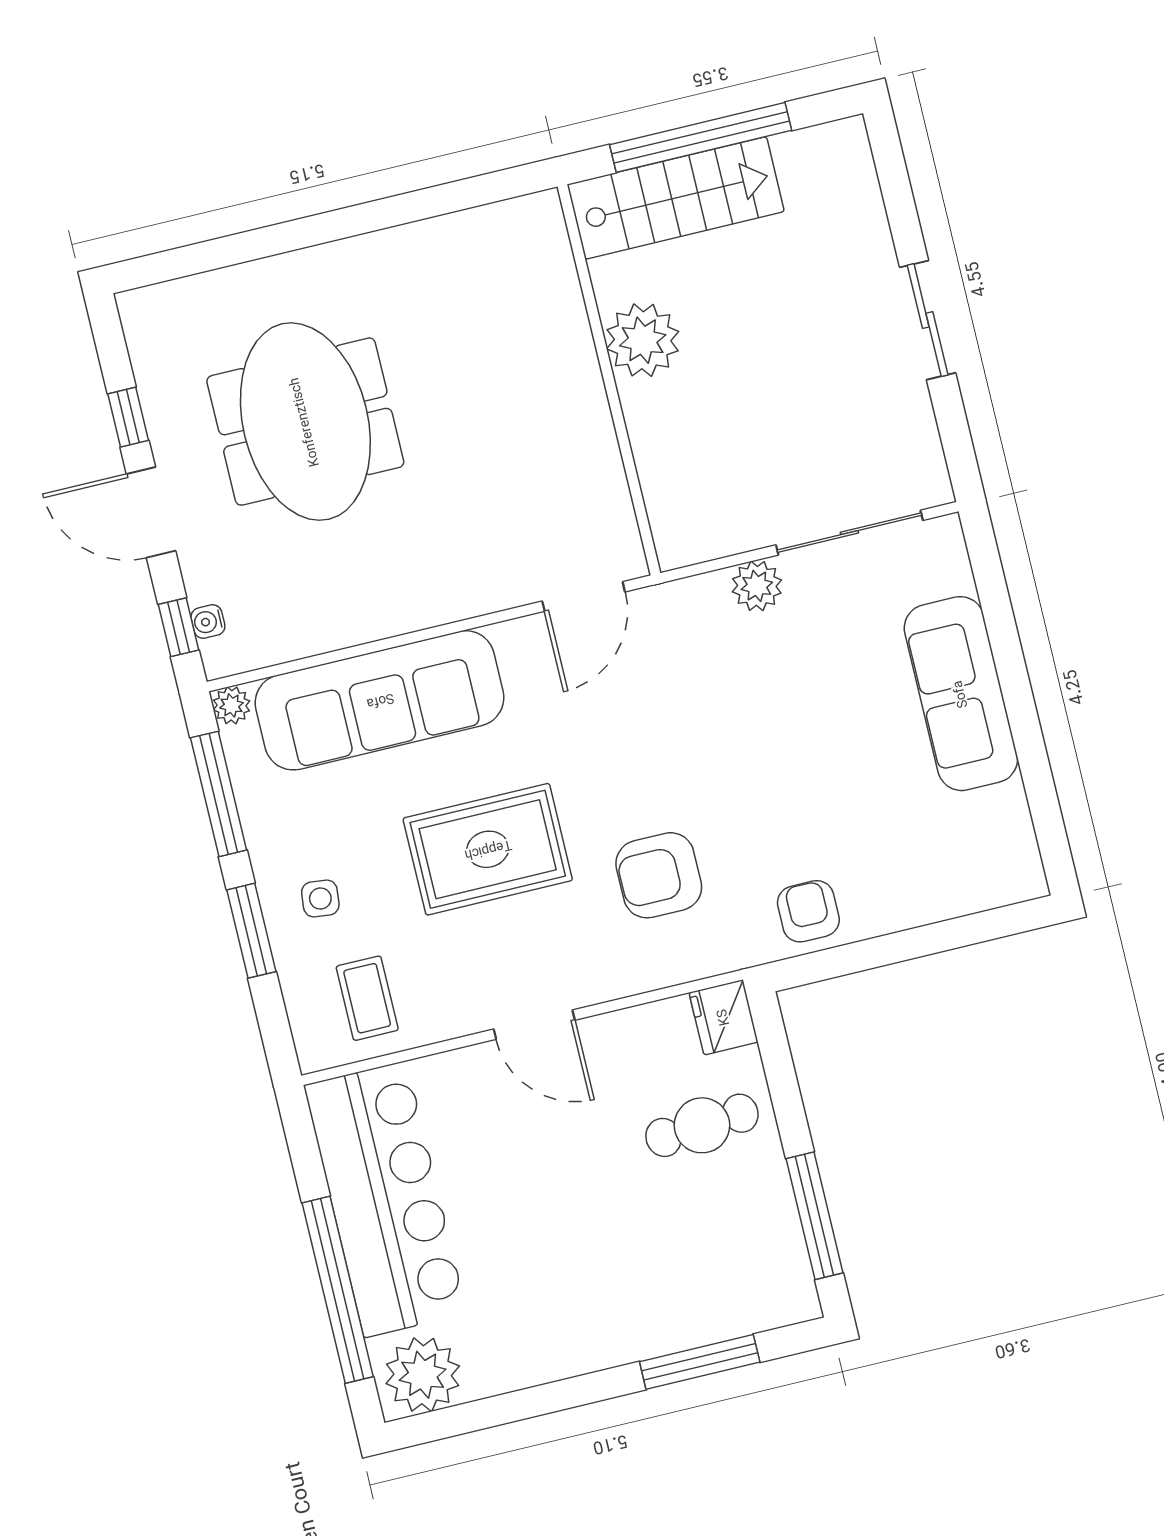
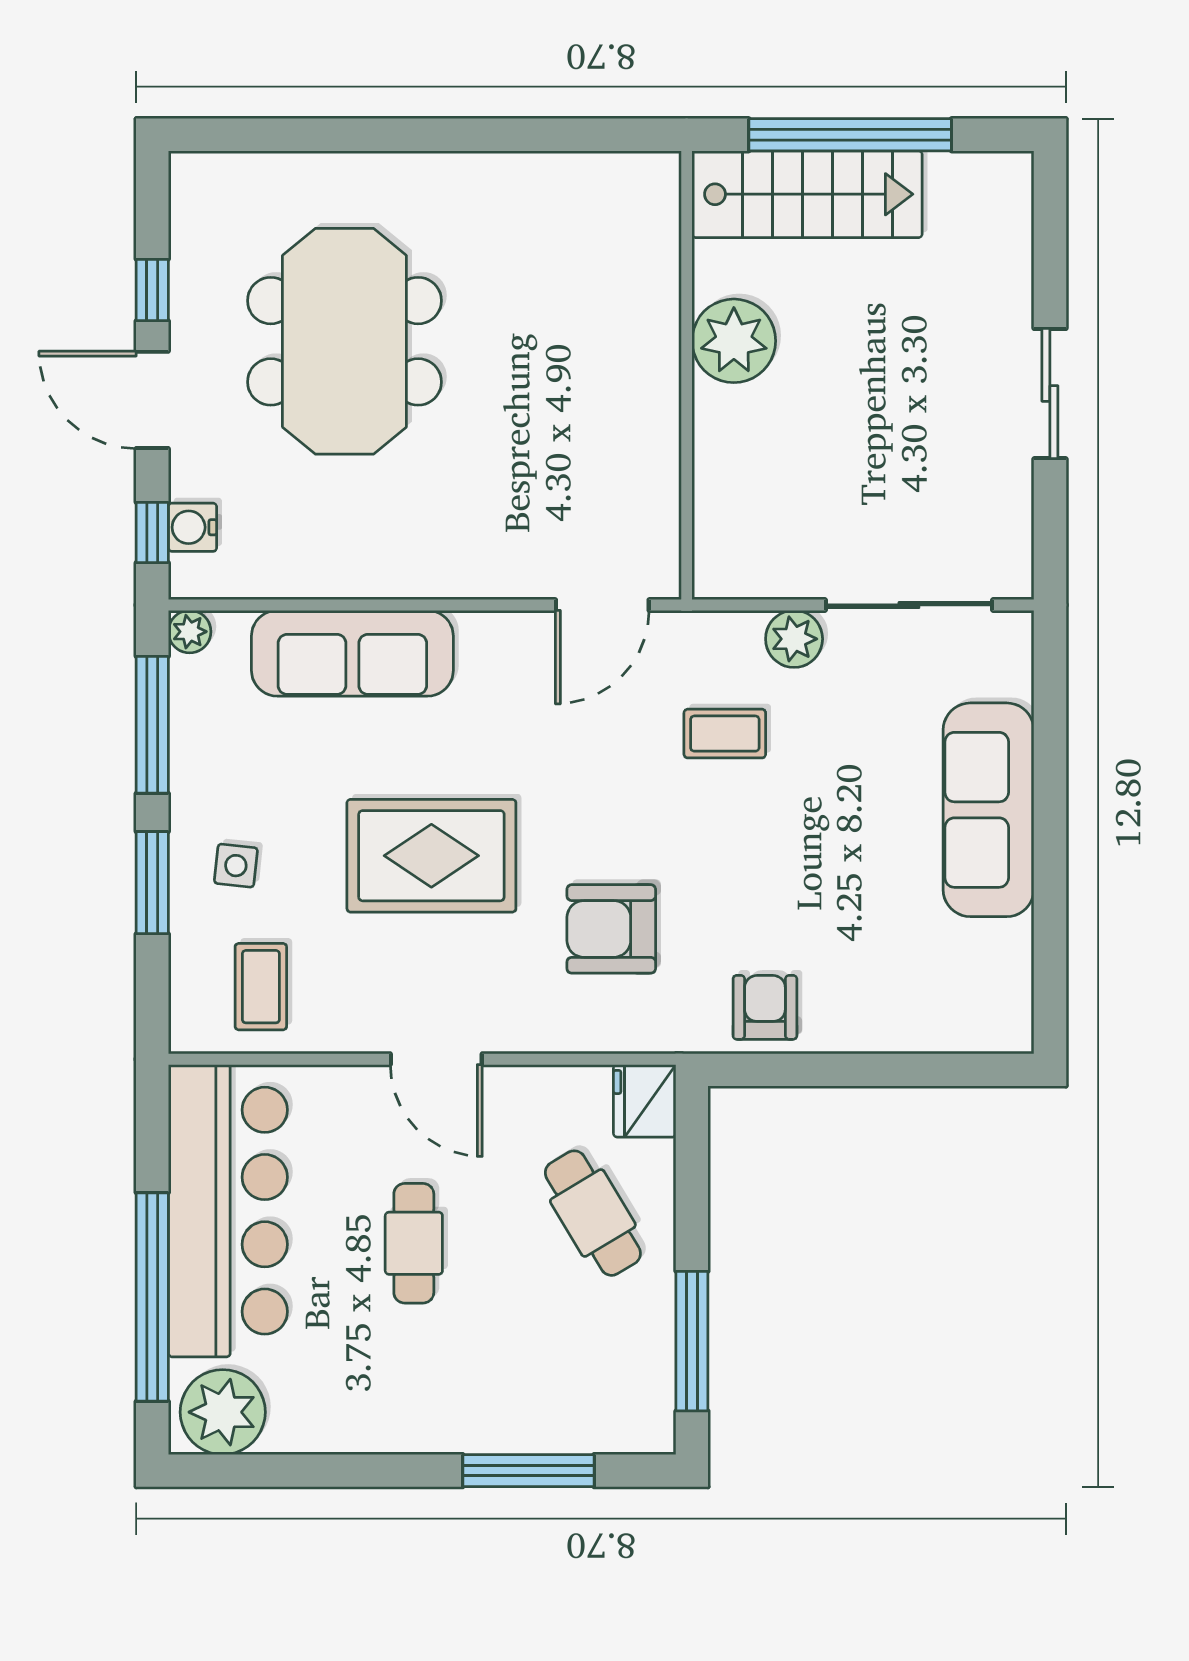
water cooler: (208, 622) -> (192, 527), width x1.38, depth x1.38
coffee table: (717, 682) -> (725, 734), added
sofa: (380, 700) -> (352, 653), width x0.74, depth x0.79
cafe table: (702, 1125) -> (593, 1213), turned 63
cafe table: (553, 1189) -> (414, 1243), added

